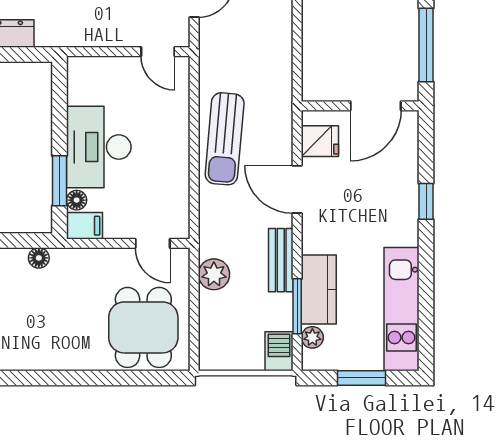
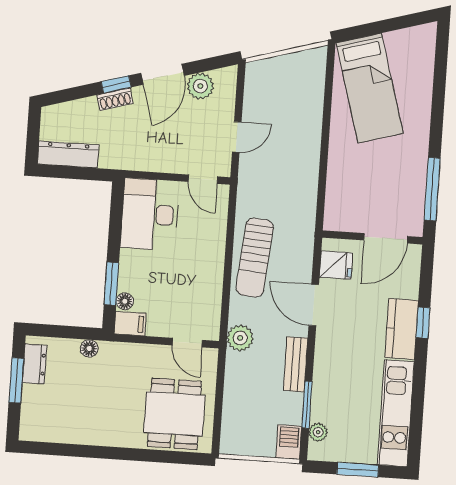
desk: (99, 147) -> (150, 214), moved
plant: (214, 274) -> (240, 338), moved
kitchen counter: (319, 290) -> (402, 329), moved, turned 180

